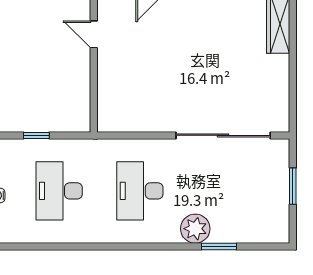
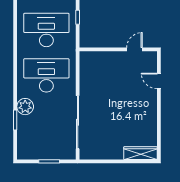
desk: (59, 191) -> (46, 30), width x1.36, depth x1.30
desk: (140, 191) -> (46, 75), width x1.36, depth x1.30

